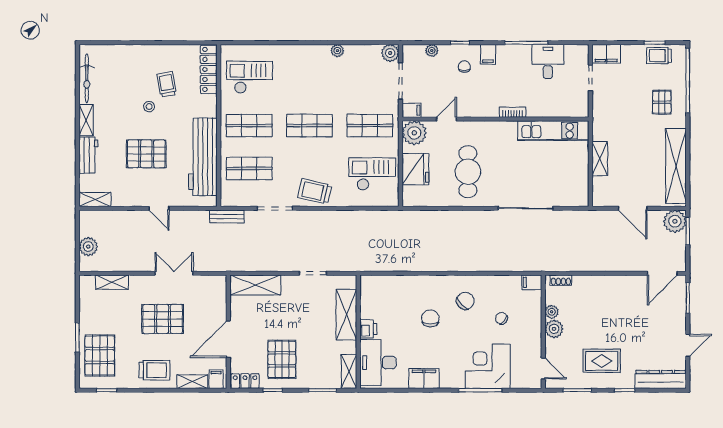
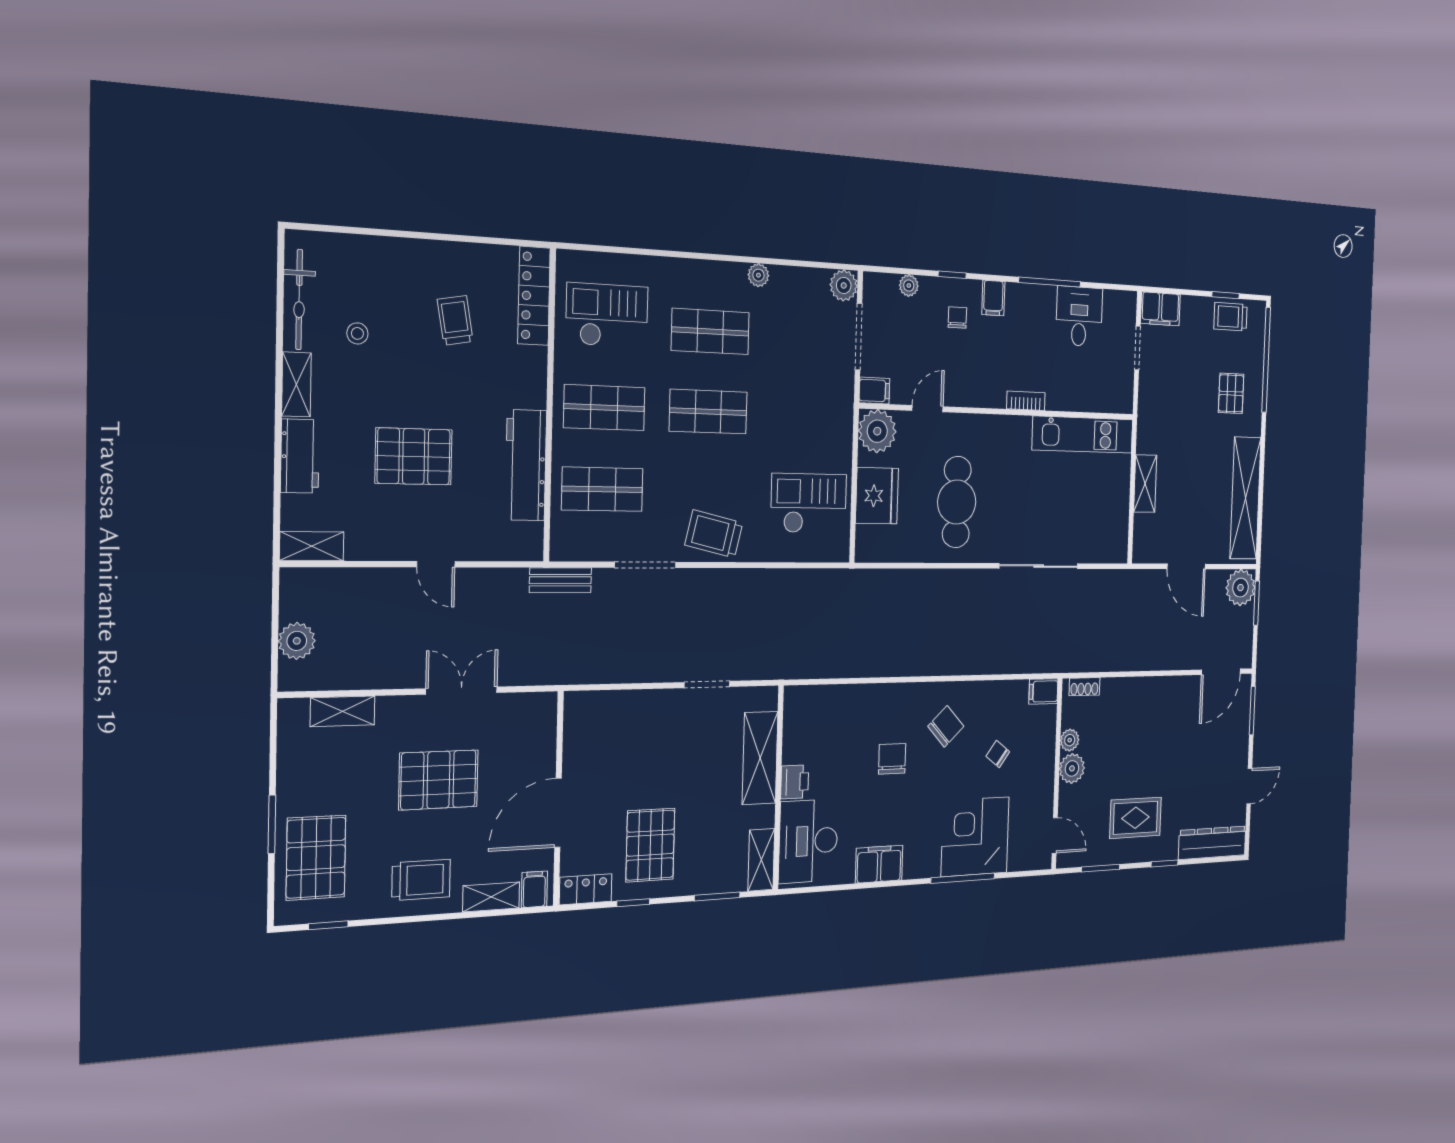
stool: (149, 107) -> (357, 333), moved
shop shelf: (370, 126) -> (710, 332), moved
workbench: (203, 157) -> (526, 465), width x0.73, depth x0.76
shelving: (255, 285) -> (608, 709), removed

